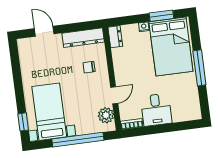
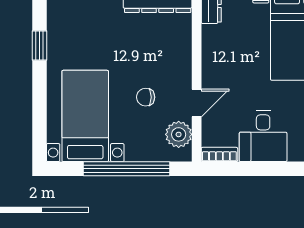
chair: (89, 67) -> (146, 97), moved
window: (23, 122) -> (40, 46), moved

